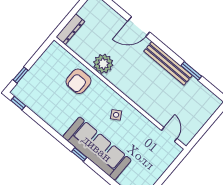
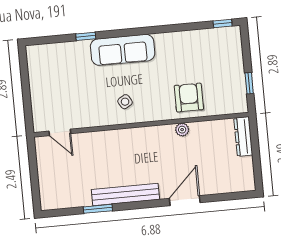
plant: (103, 64) -> (182, 130), width x0.53, depth x0.53
window: (20, 75) -> (249, 83), moved
sofa: (97, 148) -> (123, 50), width x0.74, depth x0.79
window: (79, 154) -> (86, 36), moved

